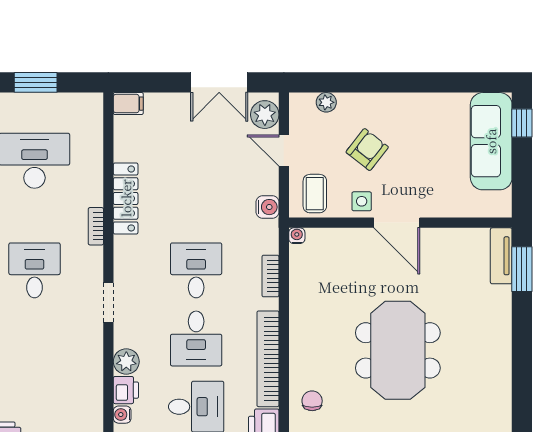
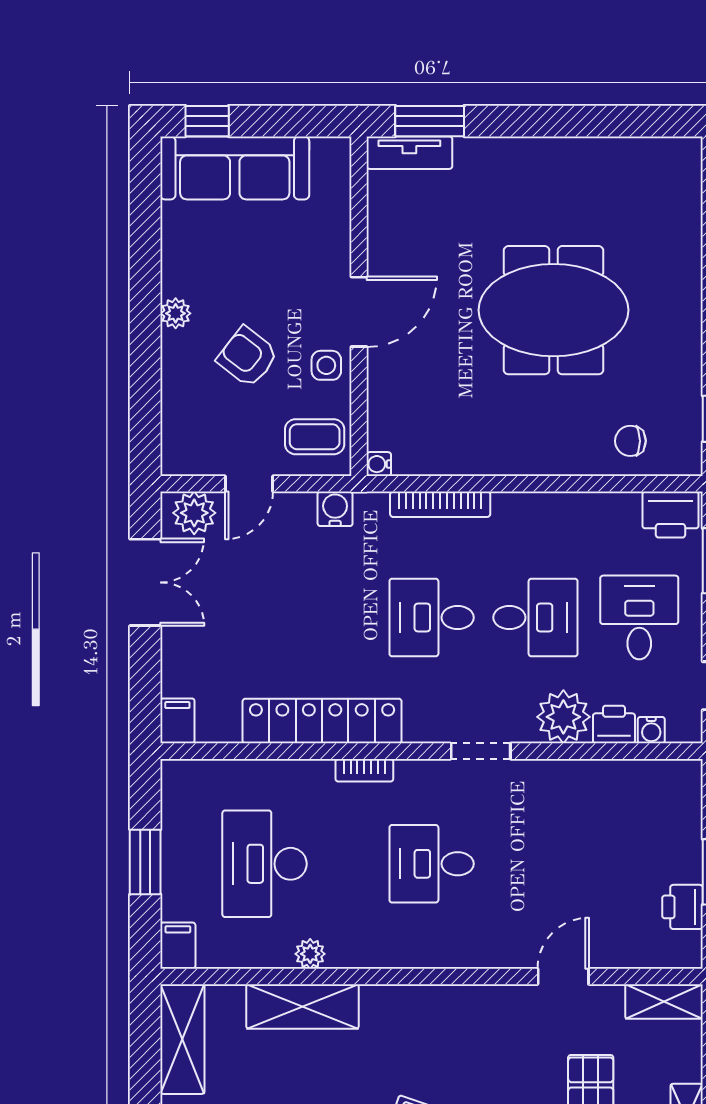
plant: (326, 102) -> (176, 313), moved
locker: (126, 198) -> (322, 721), width x1.41, depth x1.21
bookcase: (270, 276) -> (440, 504), width x1.56
bookcase: (268, 359) -> (566, 508), removed
plant: (126, 362) -> (563, 717), width x1.36, depth x1.36

